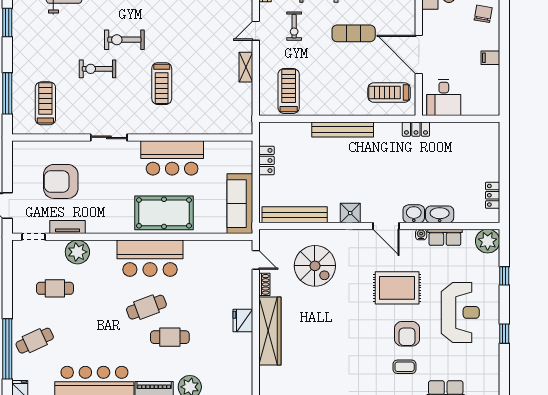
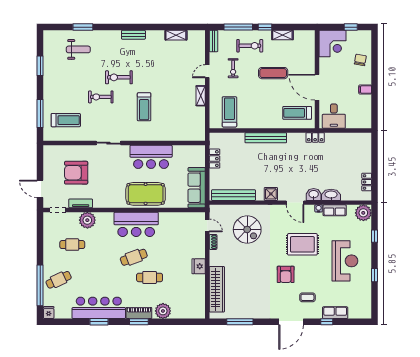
treadmill: (45, 103) -> (66, 120), turned 90
wardrobe: (270, 331) -> (217, 289), moved
armchair: (407, 334) -> (286, 274), moved

